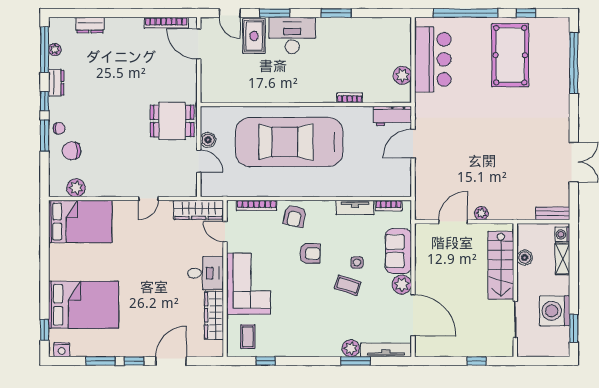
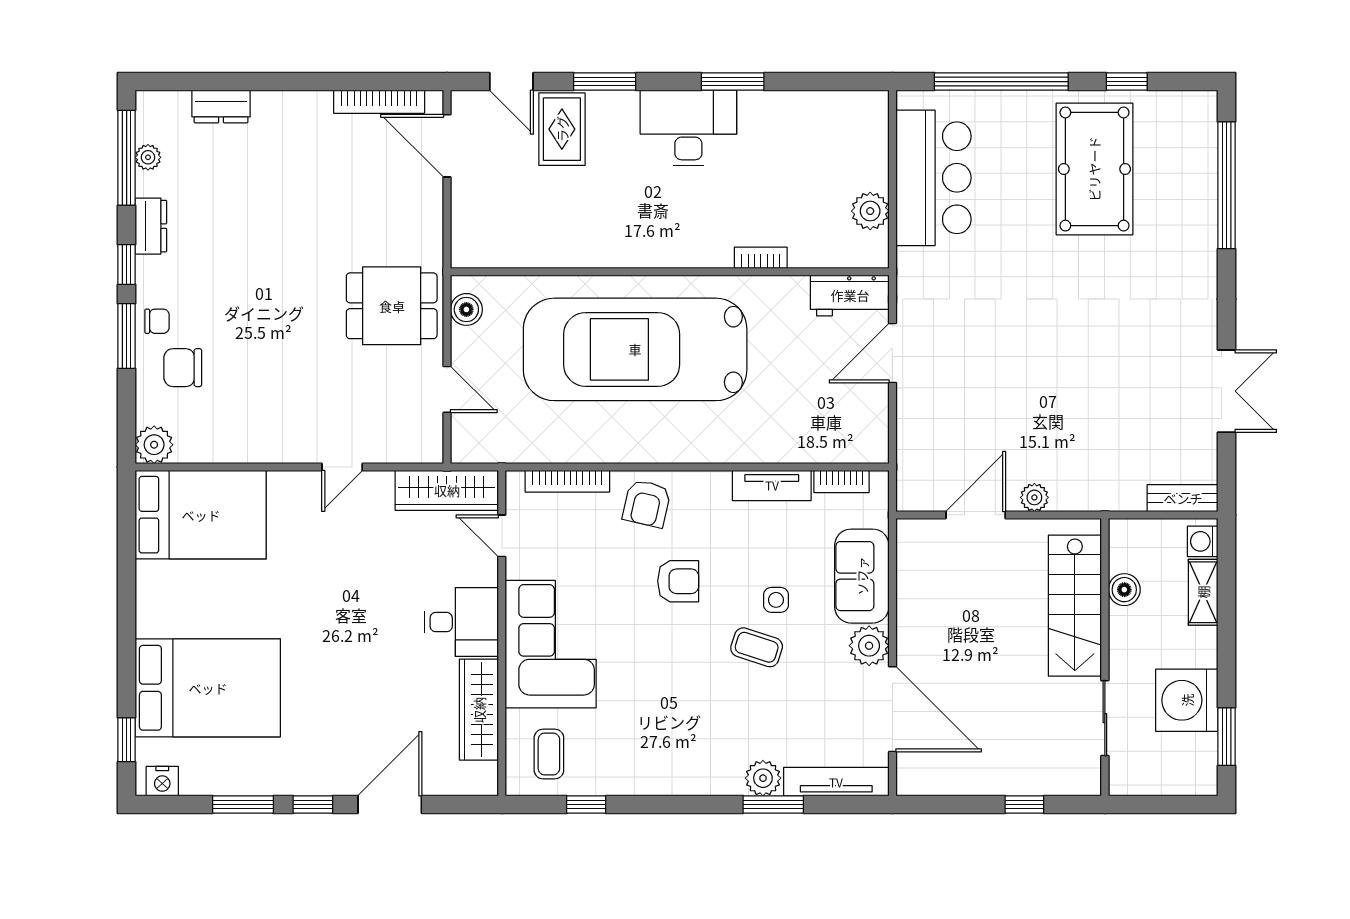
desk: (292, 35) -> (688, 128), moved
boiler: (208, 140) -> (466, 309), moved
plant: (76, 188) -> (154, 445), moved

